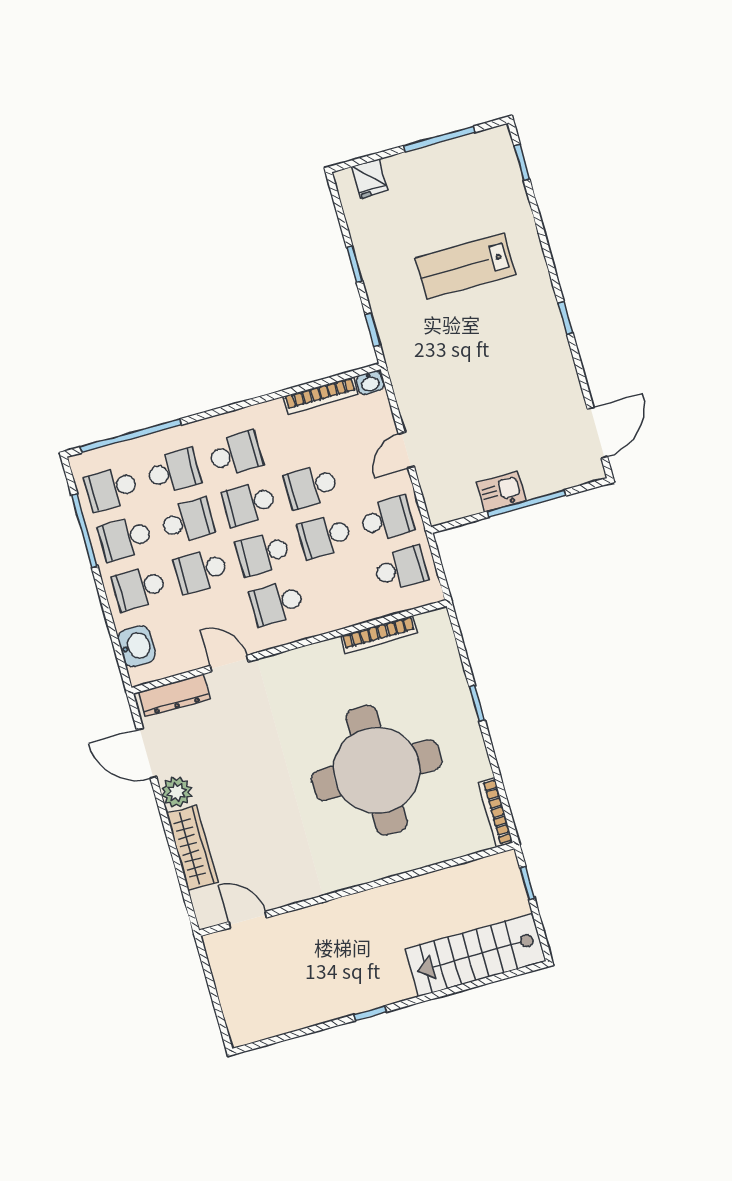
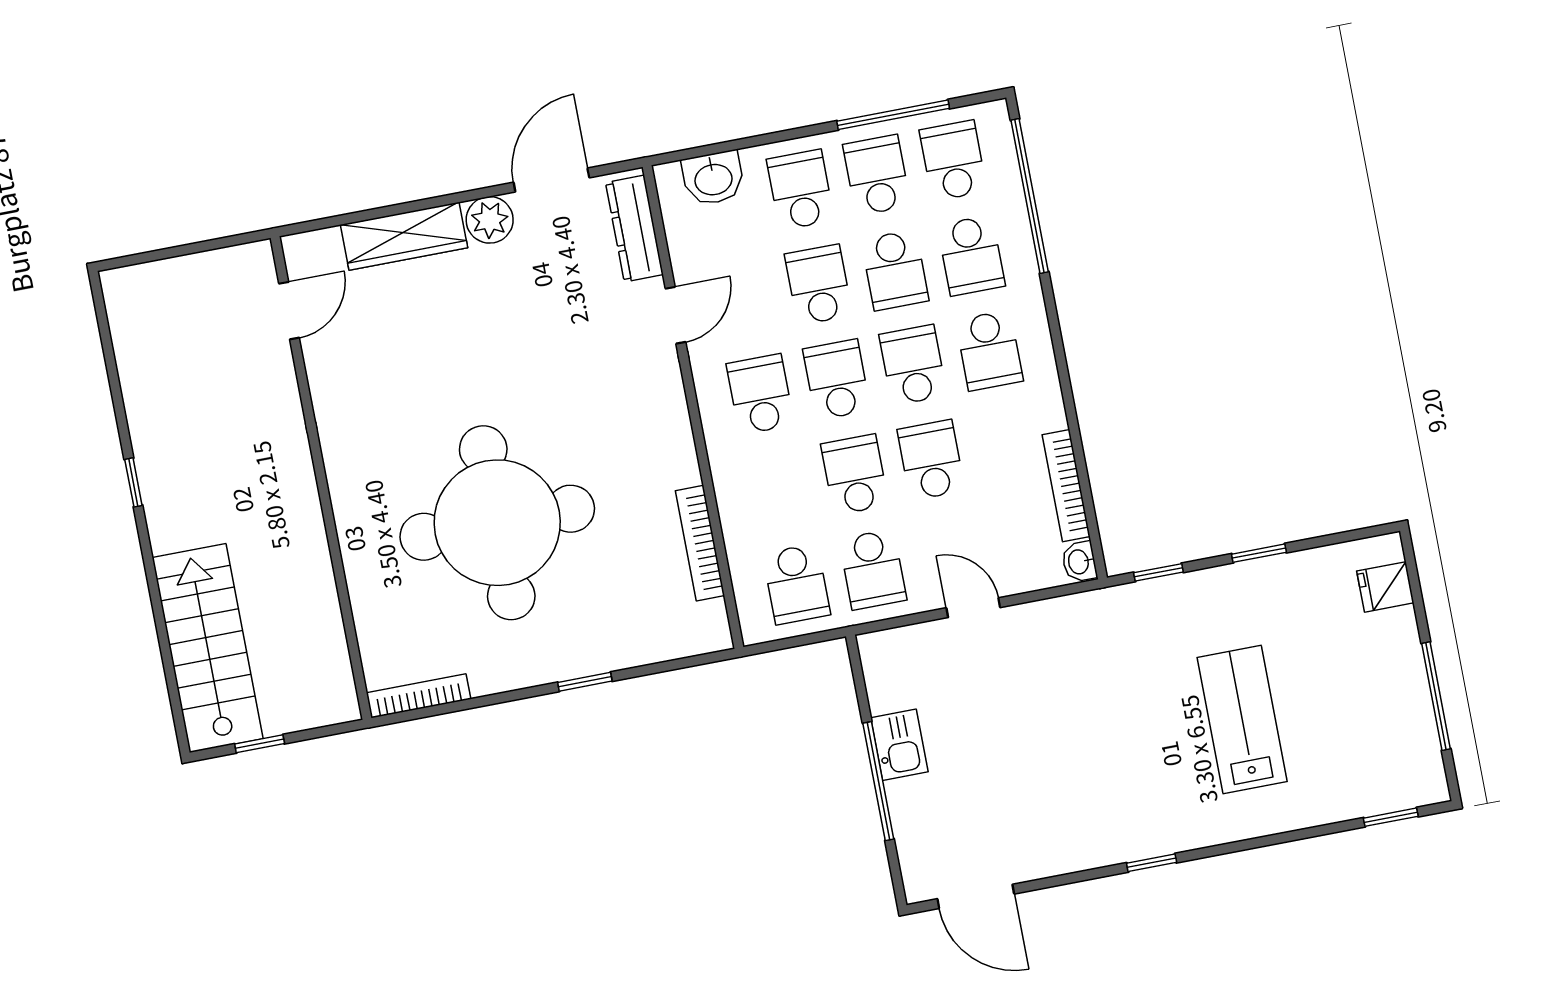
window: (527, 883) -> (260, 744), moved

